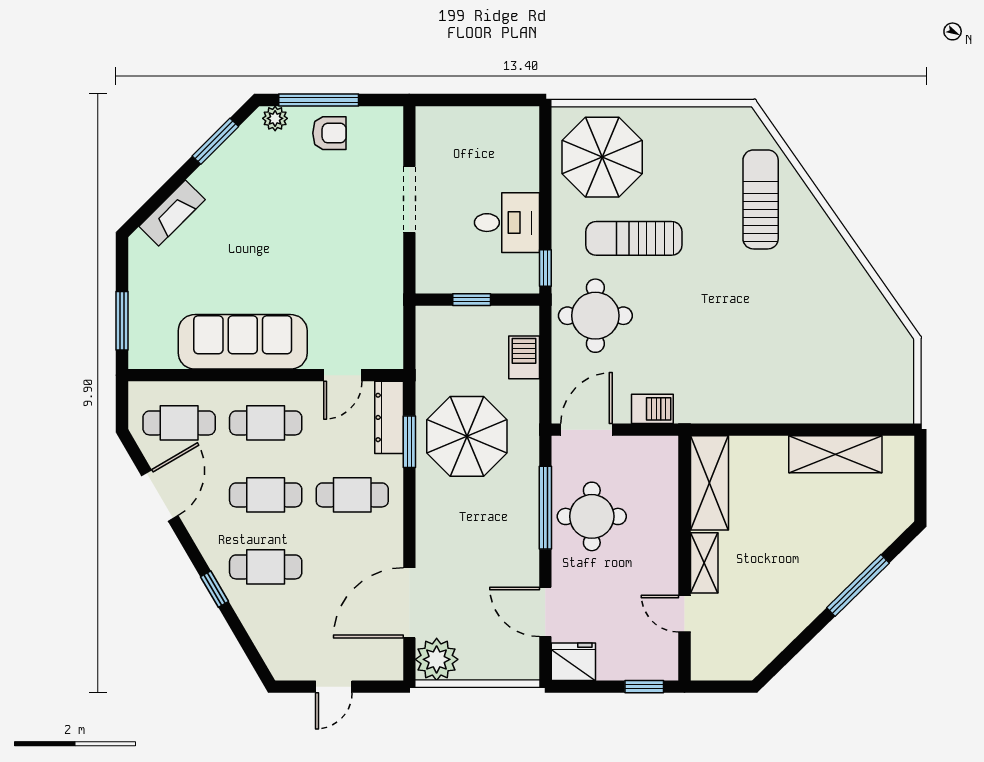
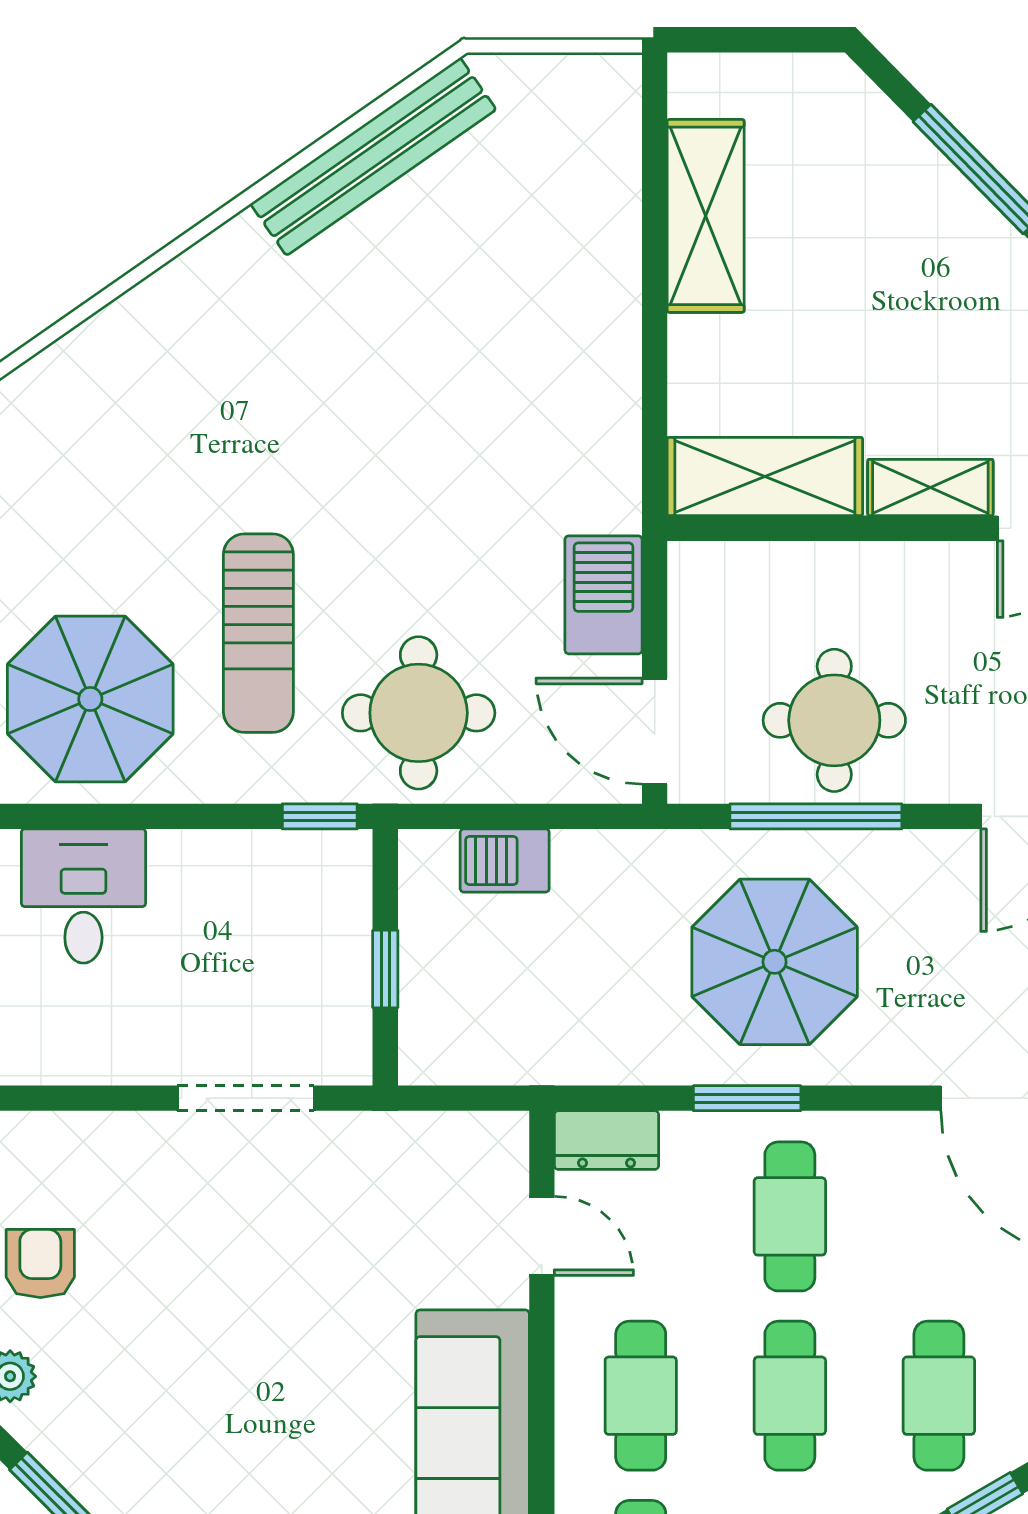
sun lounger: (761, 199) -> (178, 371), removed
doorway: (409, 200) -> (246, 1098), moved
desk: (507, 223) -> (83, 896), moved
bench: (864, 294) -> (373, 157), added
barbecue: (652, 409) -> (603, 595), width x1.38, depth x1.27
dresser: (389, 417) -> (606, 1140), width x0.70
parasol: (467, 436) -> (775, 962), moved
window: (409, 442) -> (747, 1098), moved

